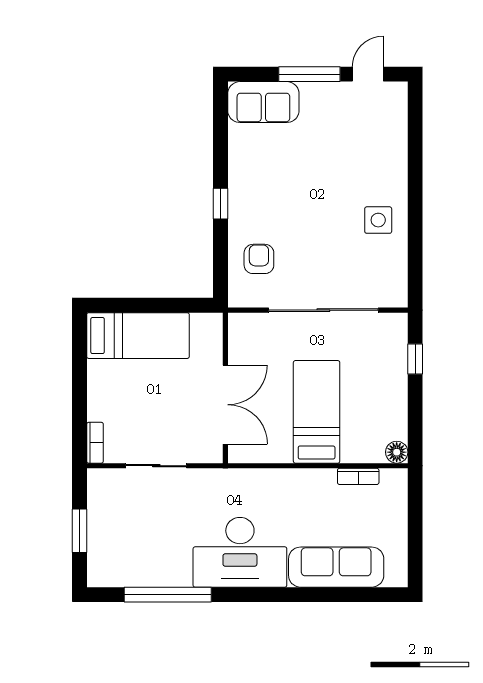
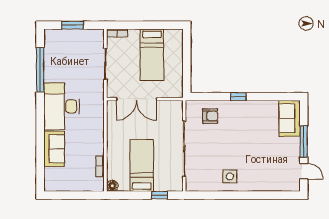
bed: (138, 336) -> (152, 55), moved
bed: (317, 412) -> (142, 165), moved, turned -90
sofa: (336, 567) -> (54, 149), width x0.73

